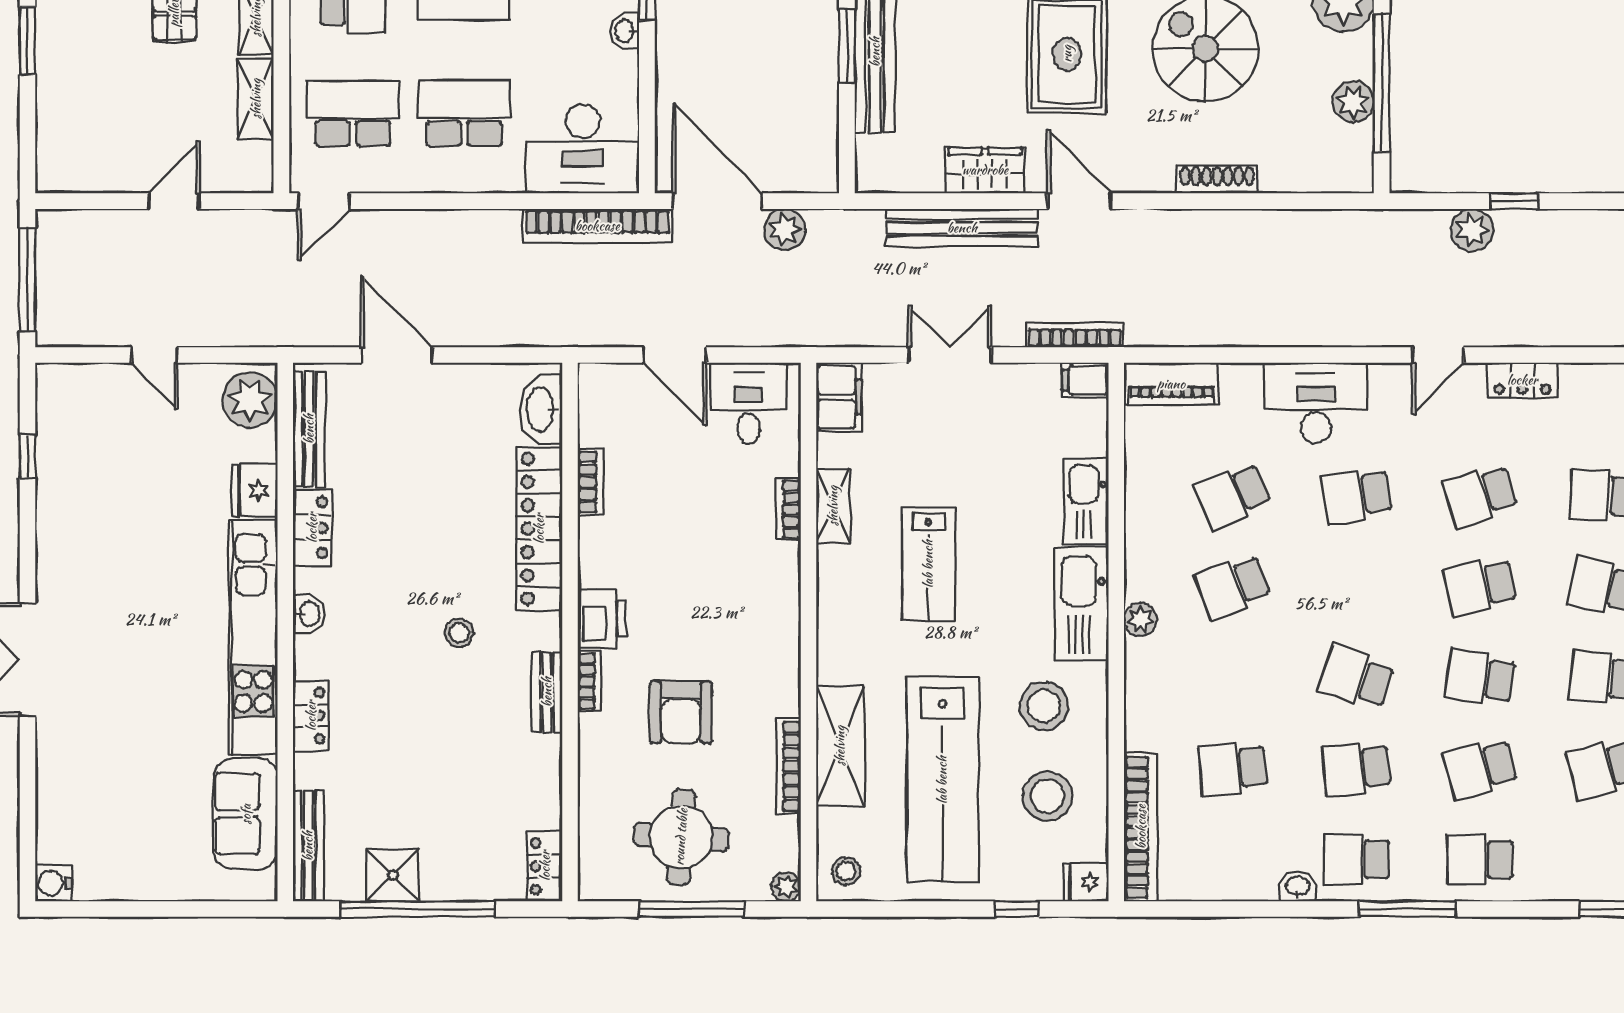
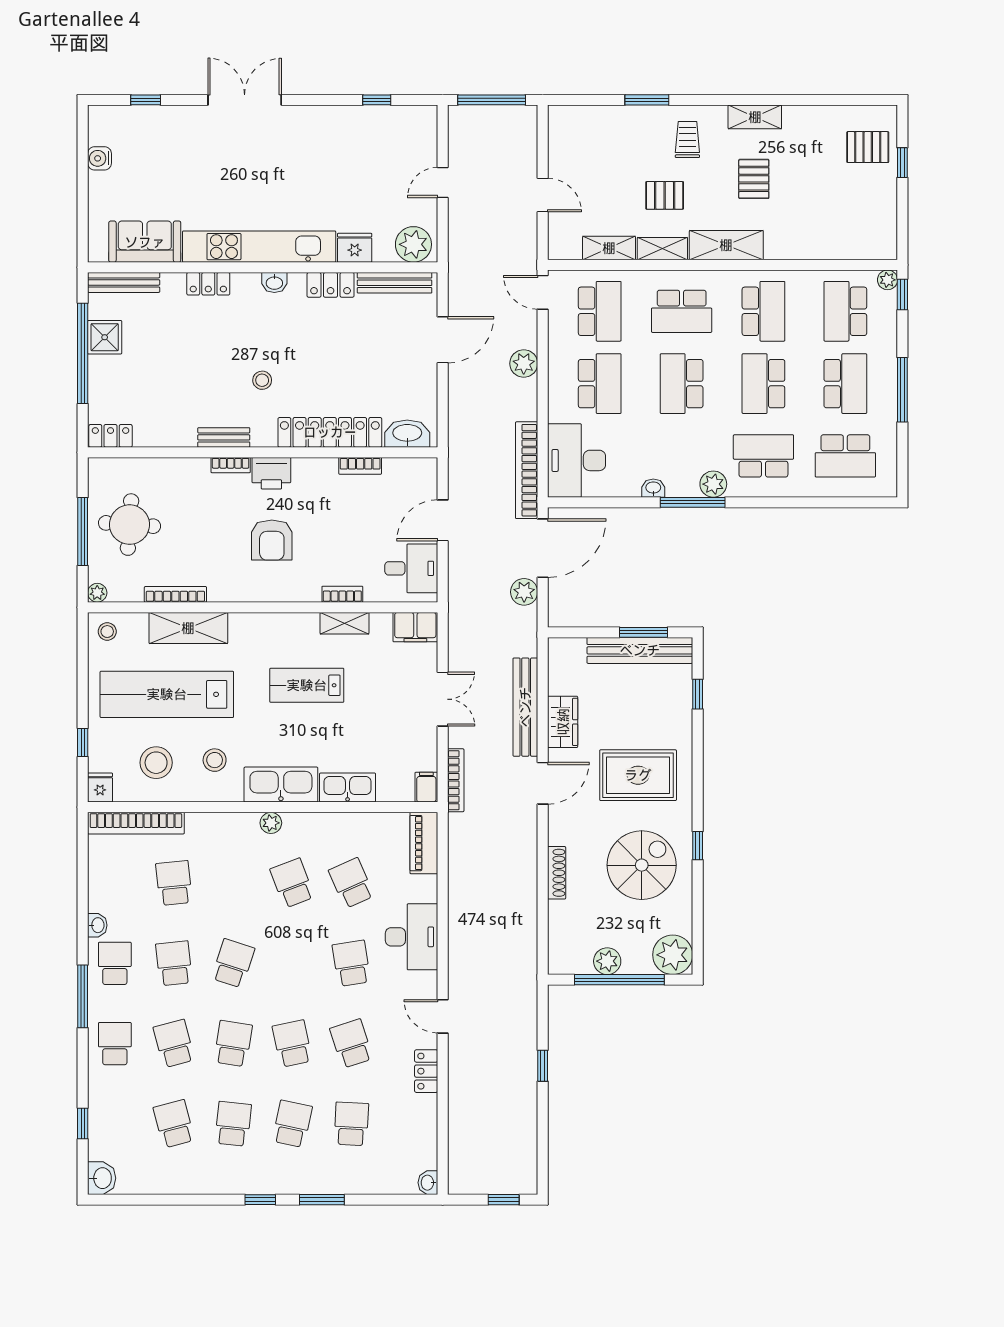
plant: (1472, 230) -> (524, 364), moved
stool: (1044, 706) -> (215, 760), width x0.73, depth x0.73
armchair: (681, 712) -> (272, 540), moved, turned -90
window: (28, 812) -> (146, 100), added
water cooler: (53, 883) -> (100, 158), moved, turned -90

